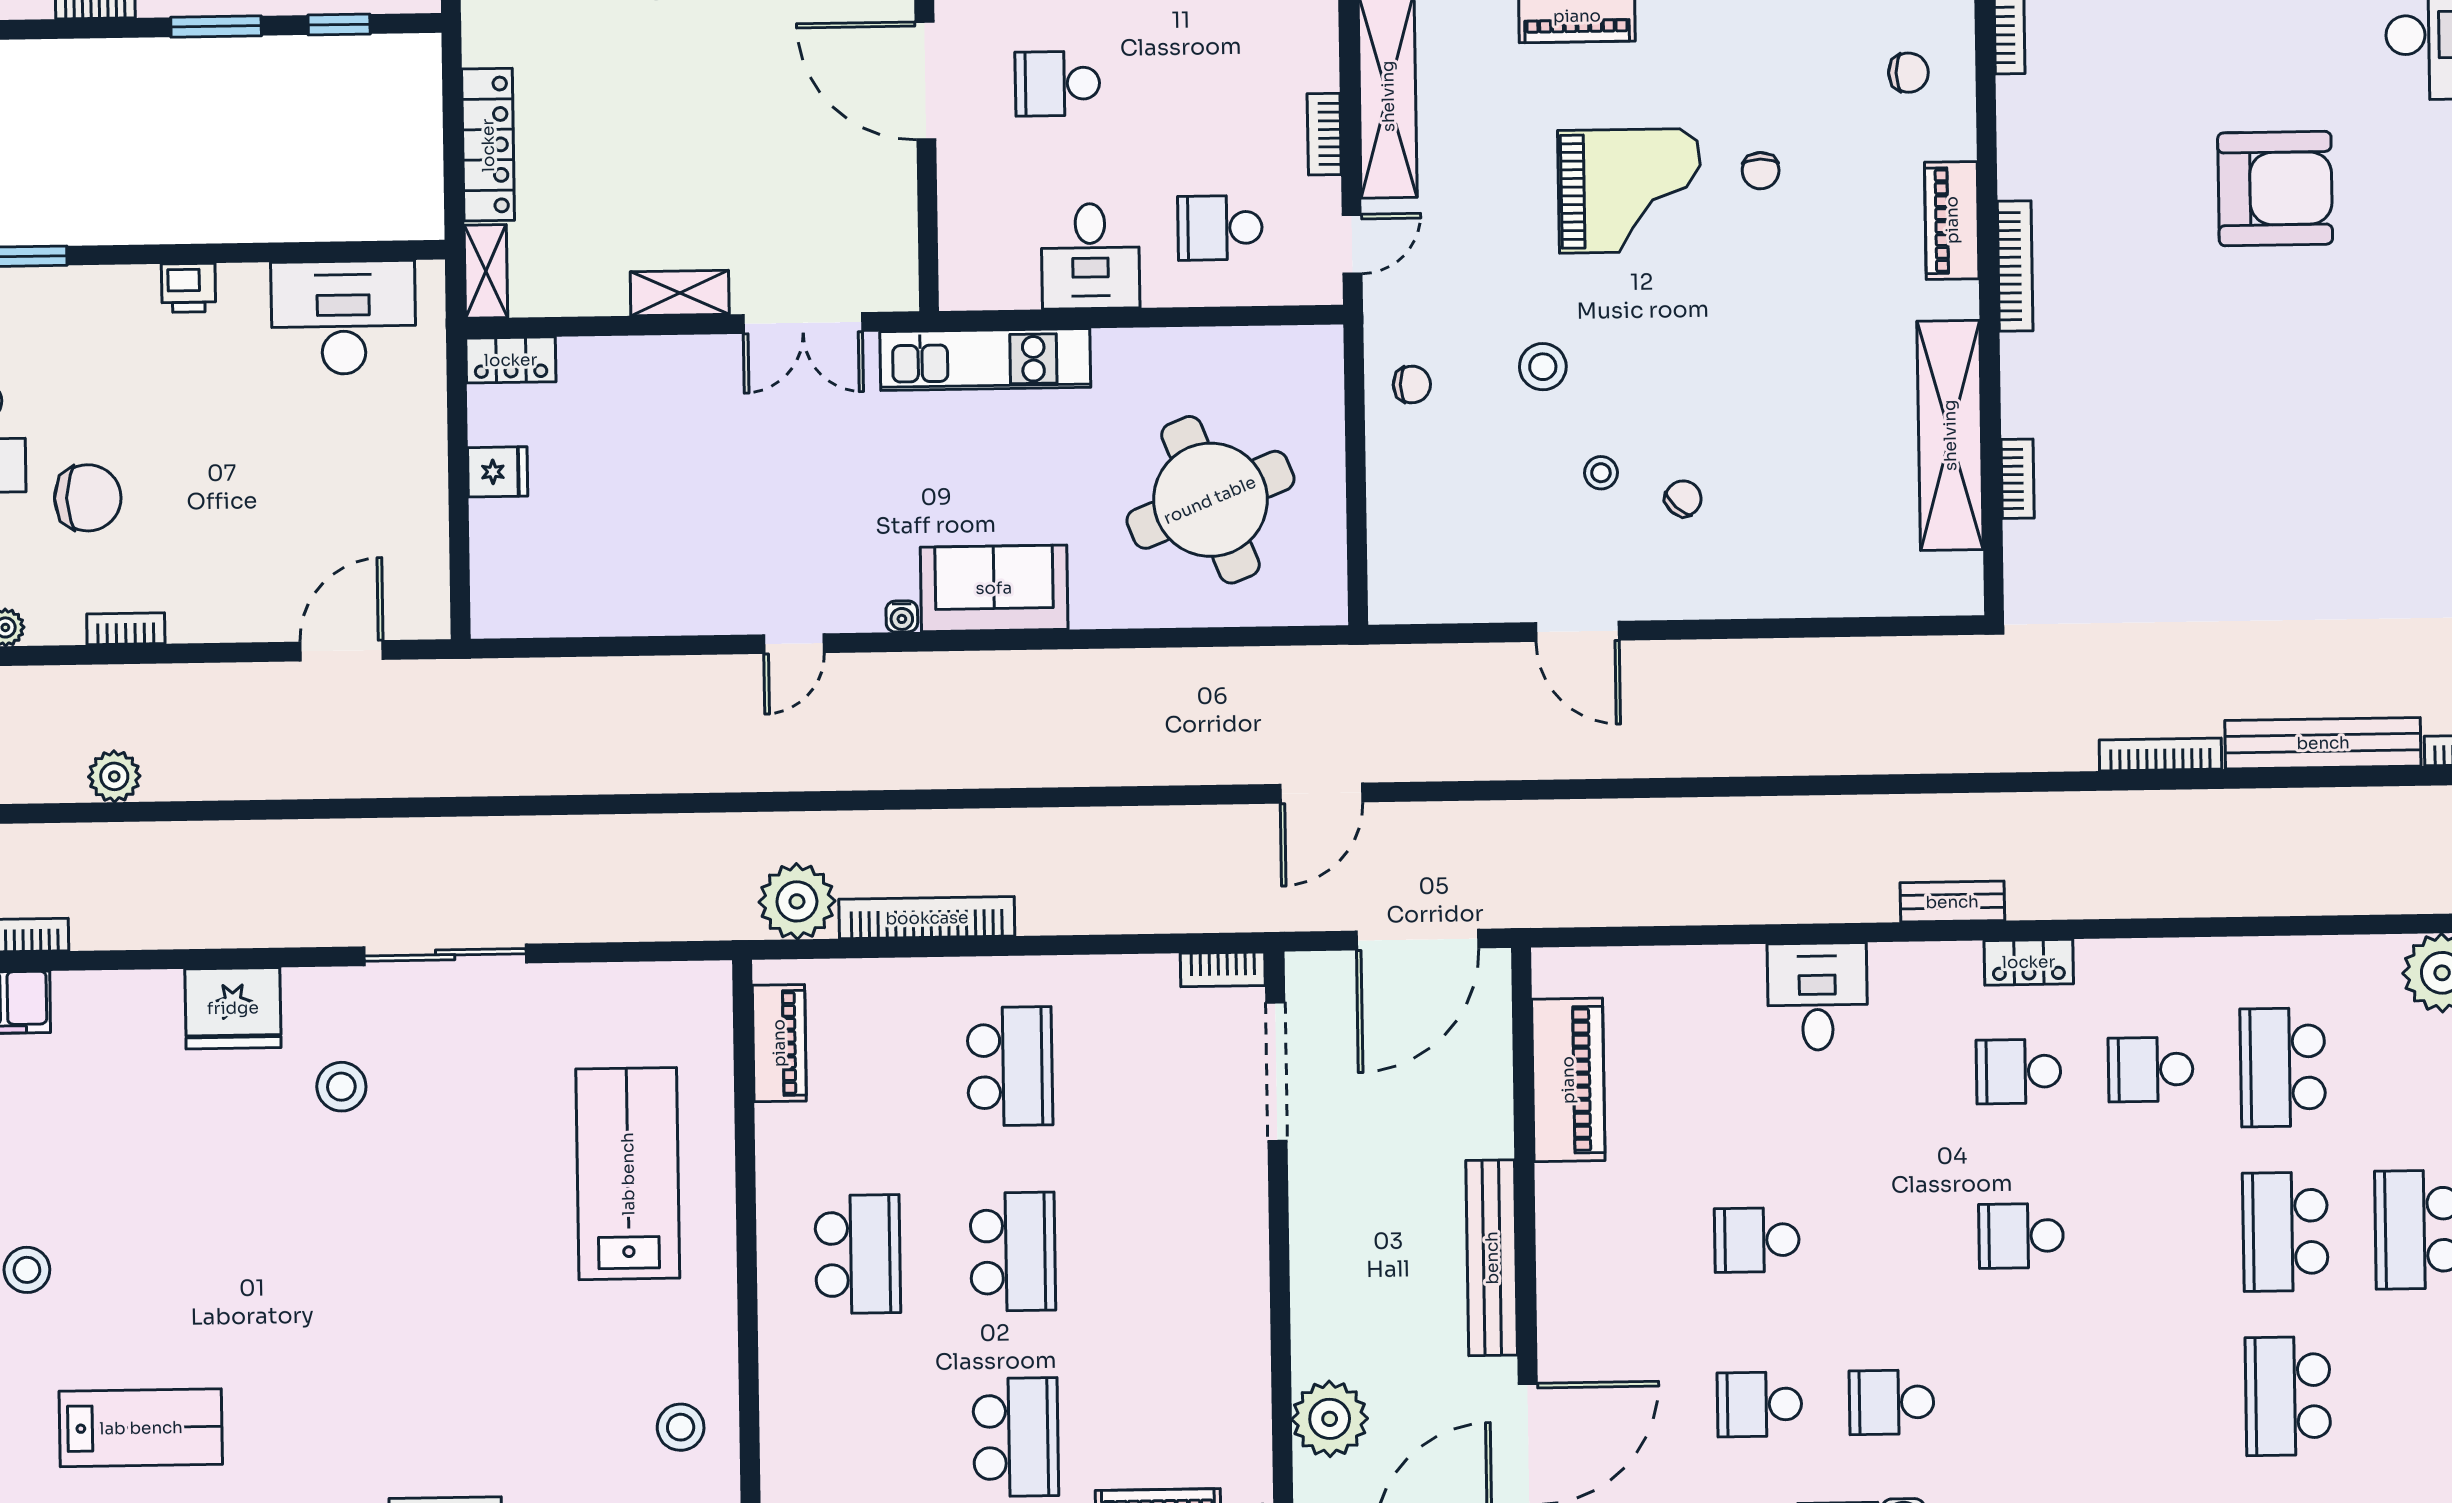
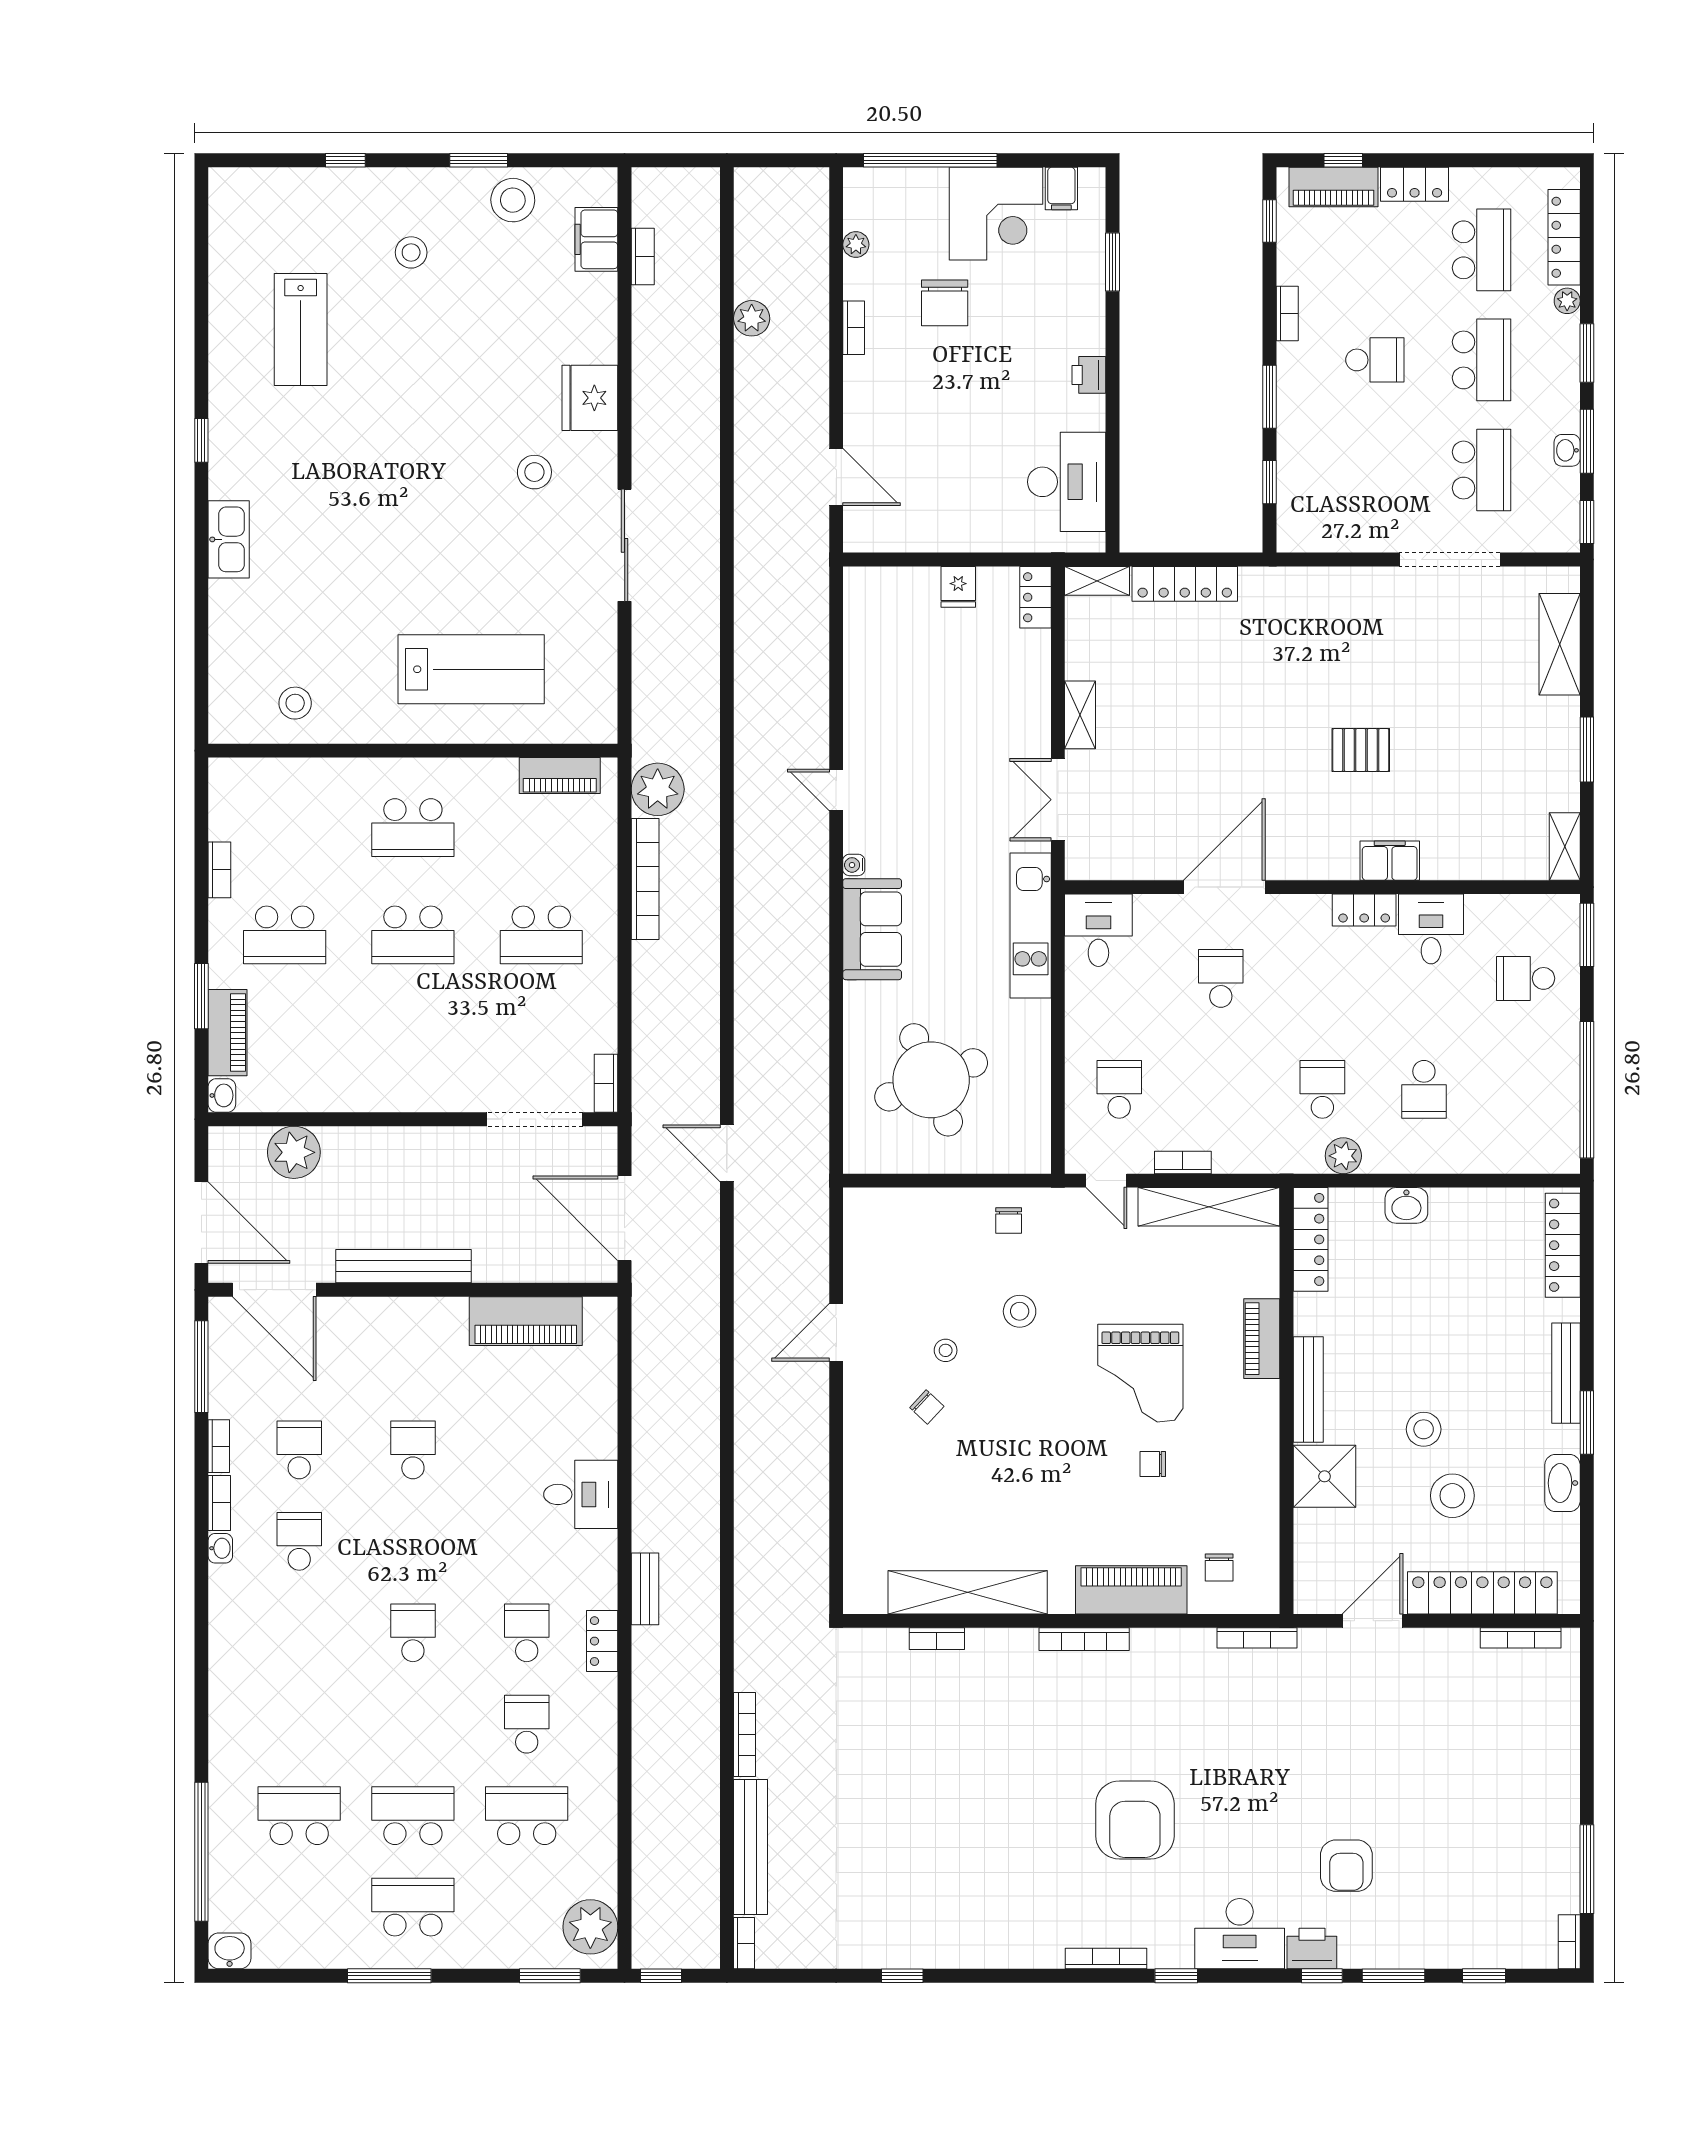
piano: (1952, 220) -> (1131, 1590), width x1.37, depth x1.33
desk: (1090, 256) -> (1098, 930), moved, turned 90

